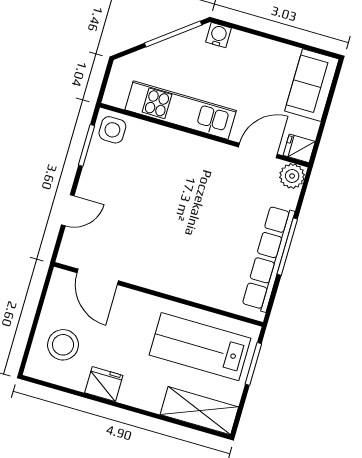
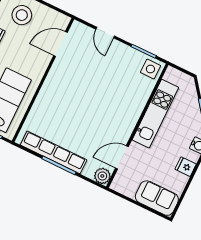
fridge: (299, 148) -> (186, 167), moved, turned -90
door: (258, 151) -> (122, 157), swing flipped

